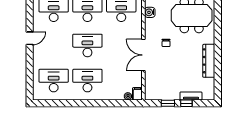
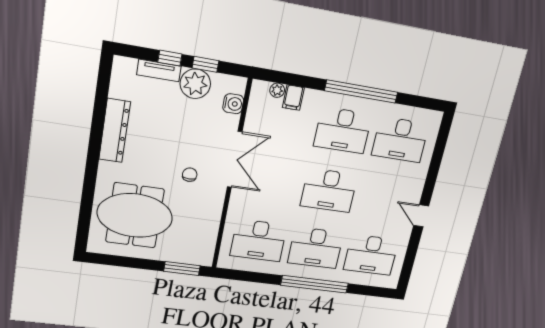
water cooler: (150, 12) -> (233, 104), moved
door: (30, 38) -> (421, 216), hinge flipped
plant: (171, 92) -> (195, 84), added
filing cabinet: (137, 94) -> (293, 98), moved
window: (82, 103) -> (361, 92), added

